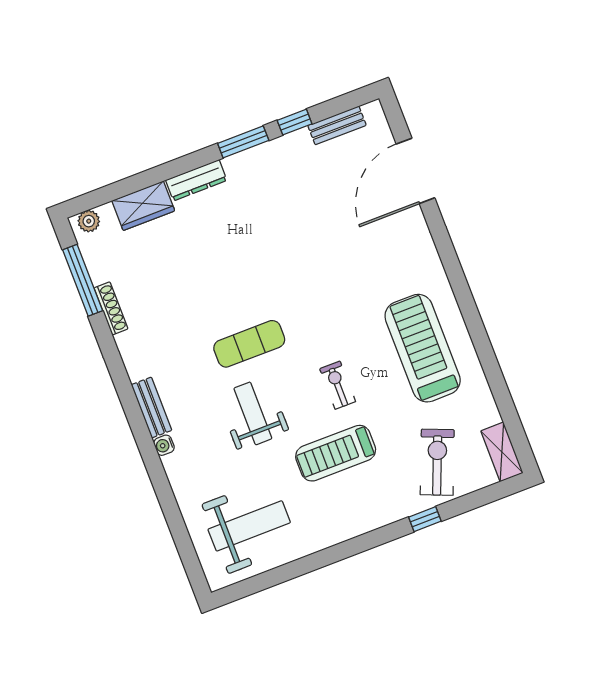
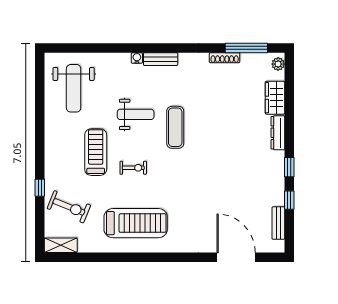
window: (243, 142) -> (289, 167), width x0.67

